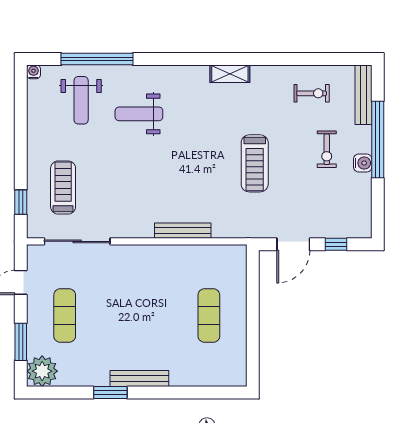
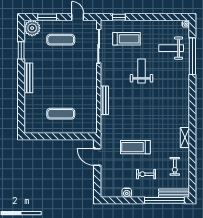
shelving: (230, 74) -> (185, 138), moved
weight bench: (139, 114) -> (142, 71), moved
window: (378, 140) -> (164, 200), moved
treadmill: (255, 163) -> (135, 147), moved
water cooler: (363, 163) -> (127, 193), moved
window: (336, 244) -> (97, 179), removed
window: (110, 393) -> (21, 50), moved

